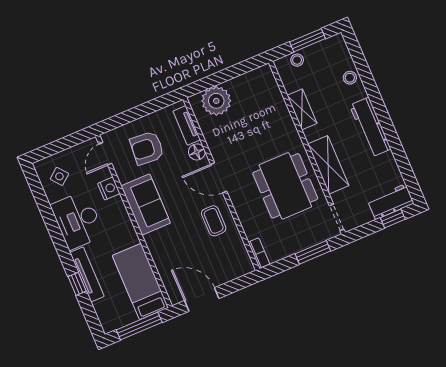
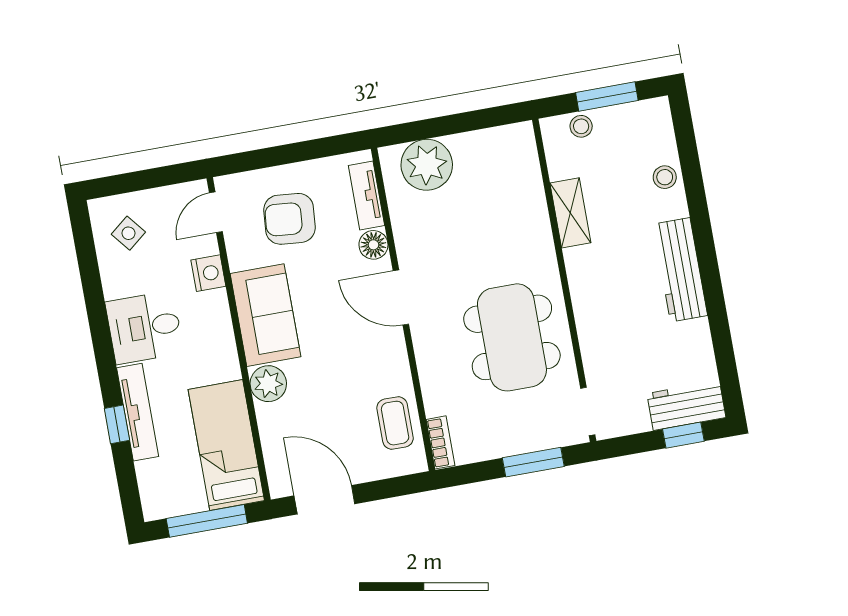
shelving: (328, 165) -> (594, 318), removed
desk: (78, 220) -> (144, 327), width x0.73
coffee table: (214, 221) -> (395, 423), moved
plant: (156, 242) -> (268, 384), added

